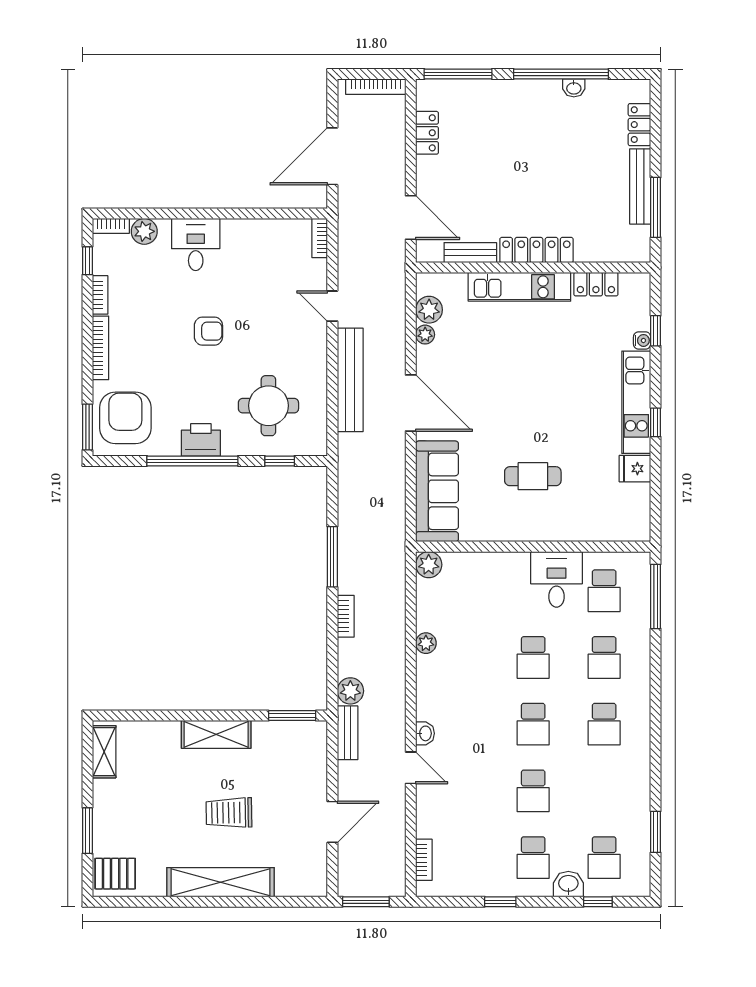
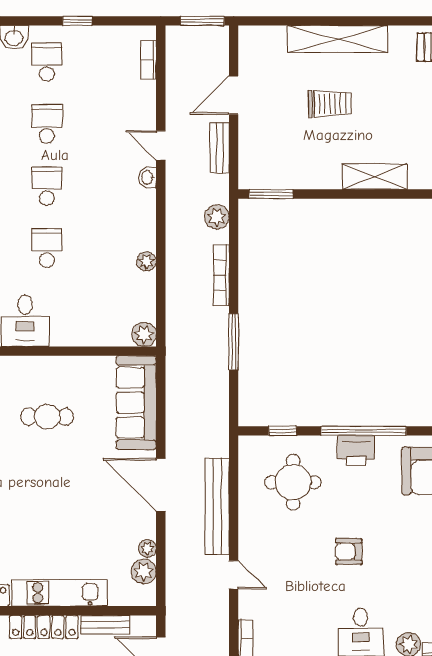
bookcase: (346, 616) -> (221, 275), width x1.56
bench: (348, 733) -> (220, 148), moved
shelving: (216, 734) -> (375, 176), moved

